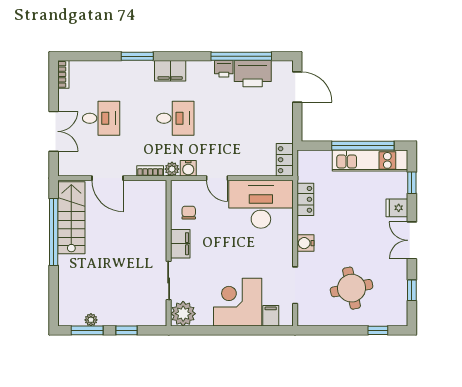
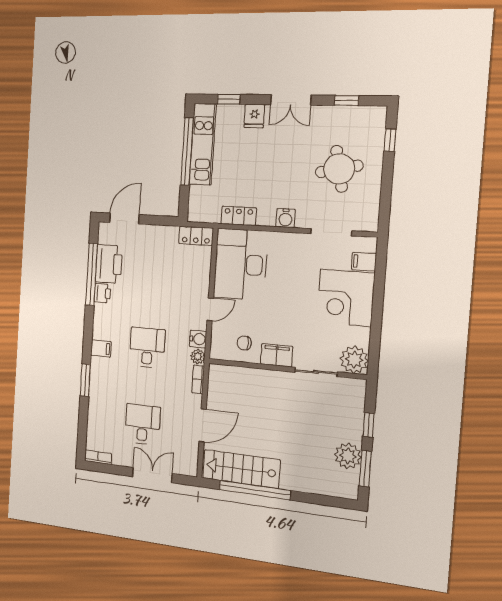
filing cabinet: (170, 71) -> (101, 348), width x0.50
plant: (91, 320) -> (348, 456), width x1.87, depth x1.87

